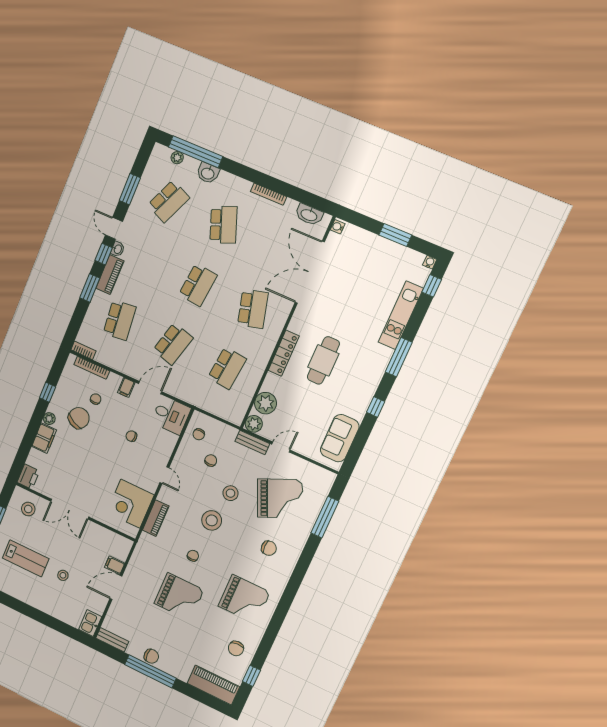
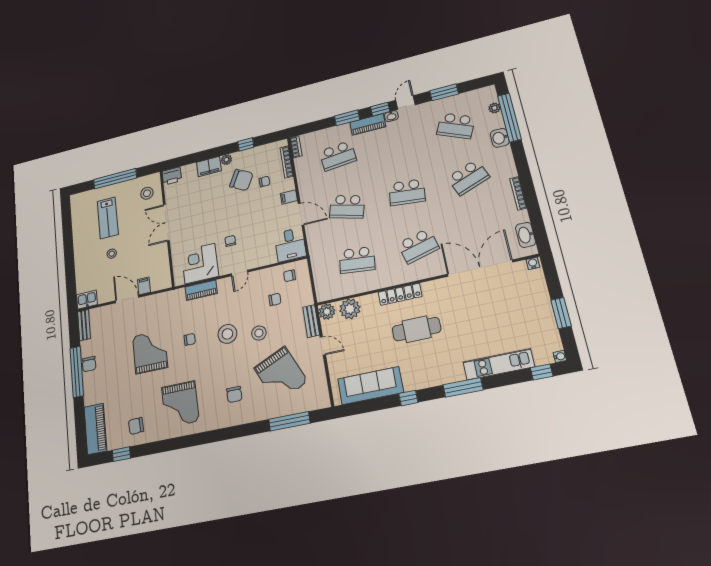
chair: (131, 436) -> (230, 241), moved
sofa: (340, 438) -> (370, 386), width x1.36
grand piano: (179, 597) -> (150, 352), turned 180

